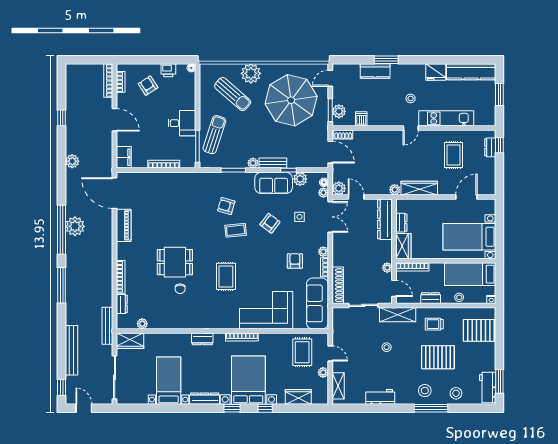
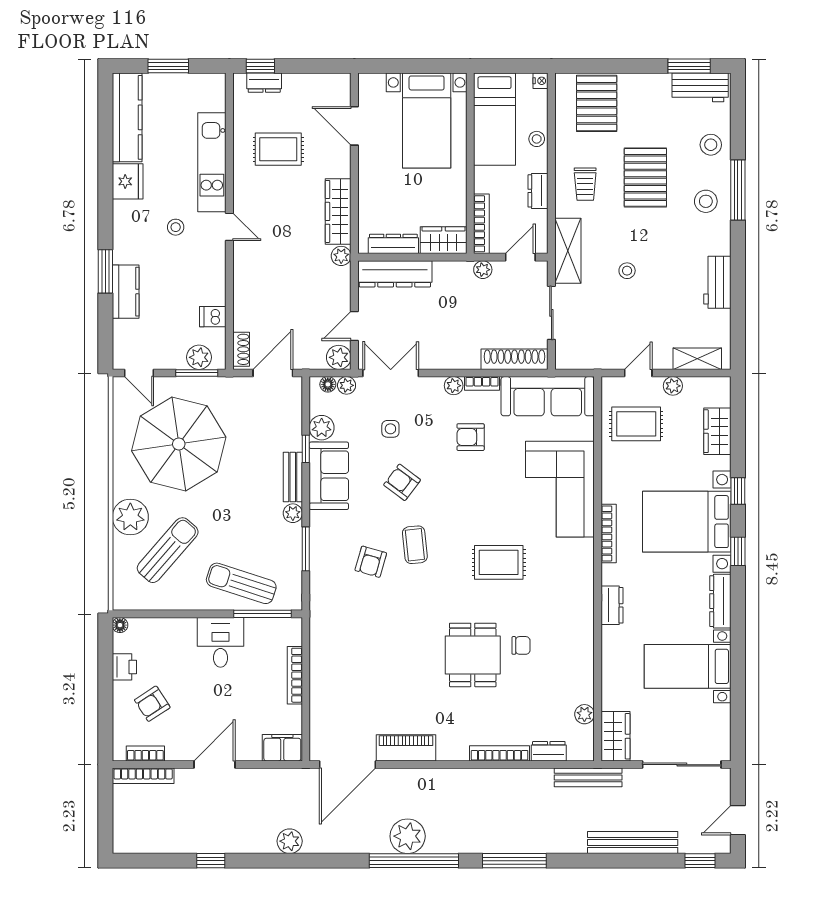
dresser: (401, 223) -> (393, 244), width x1.44

